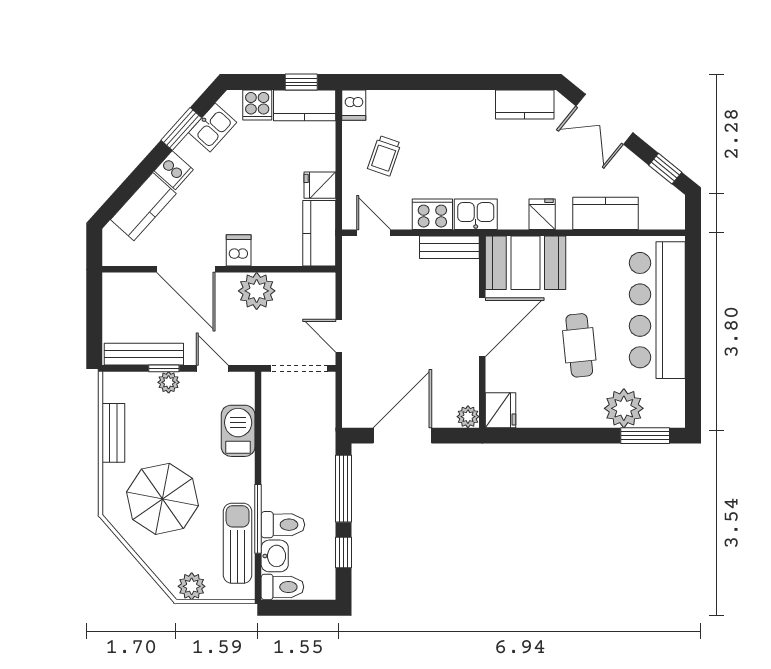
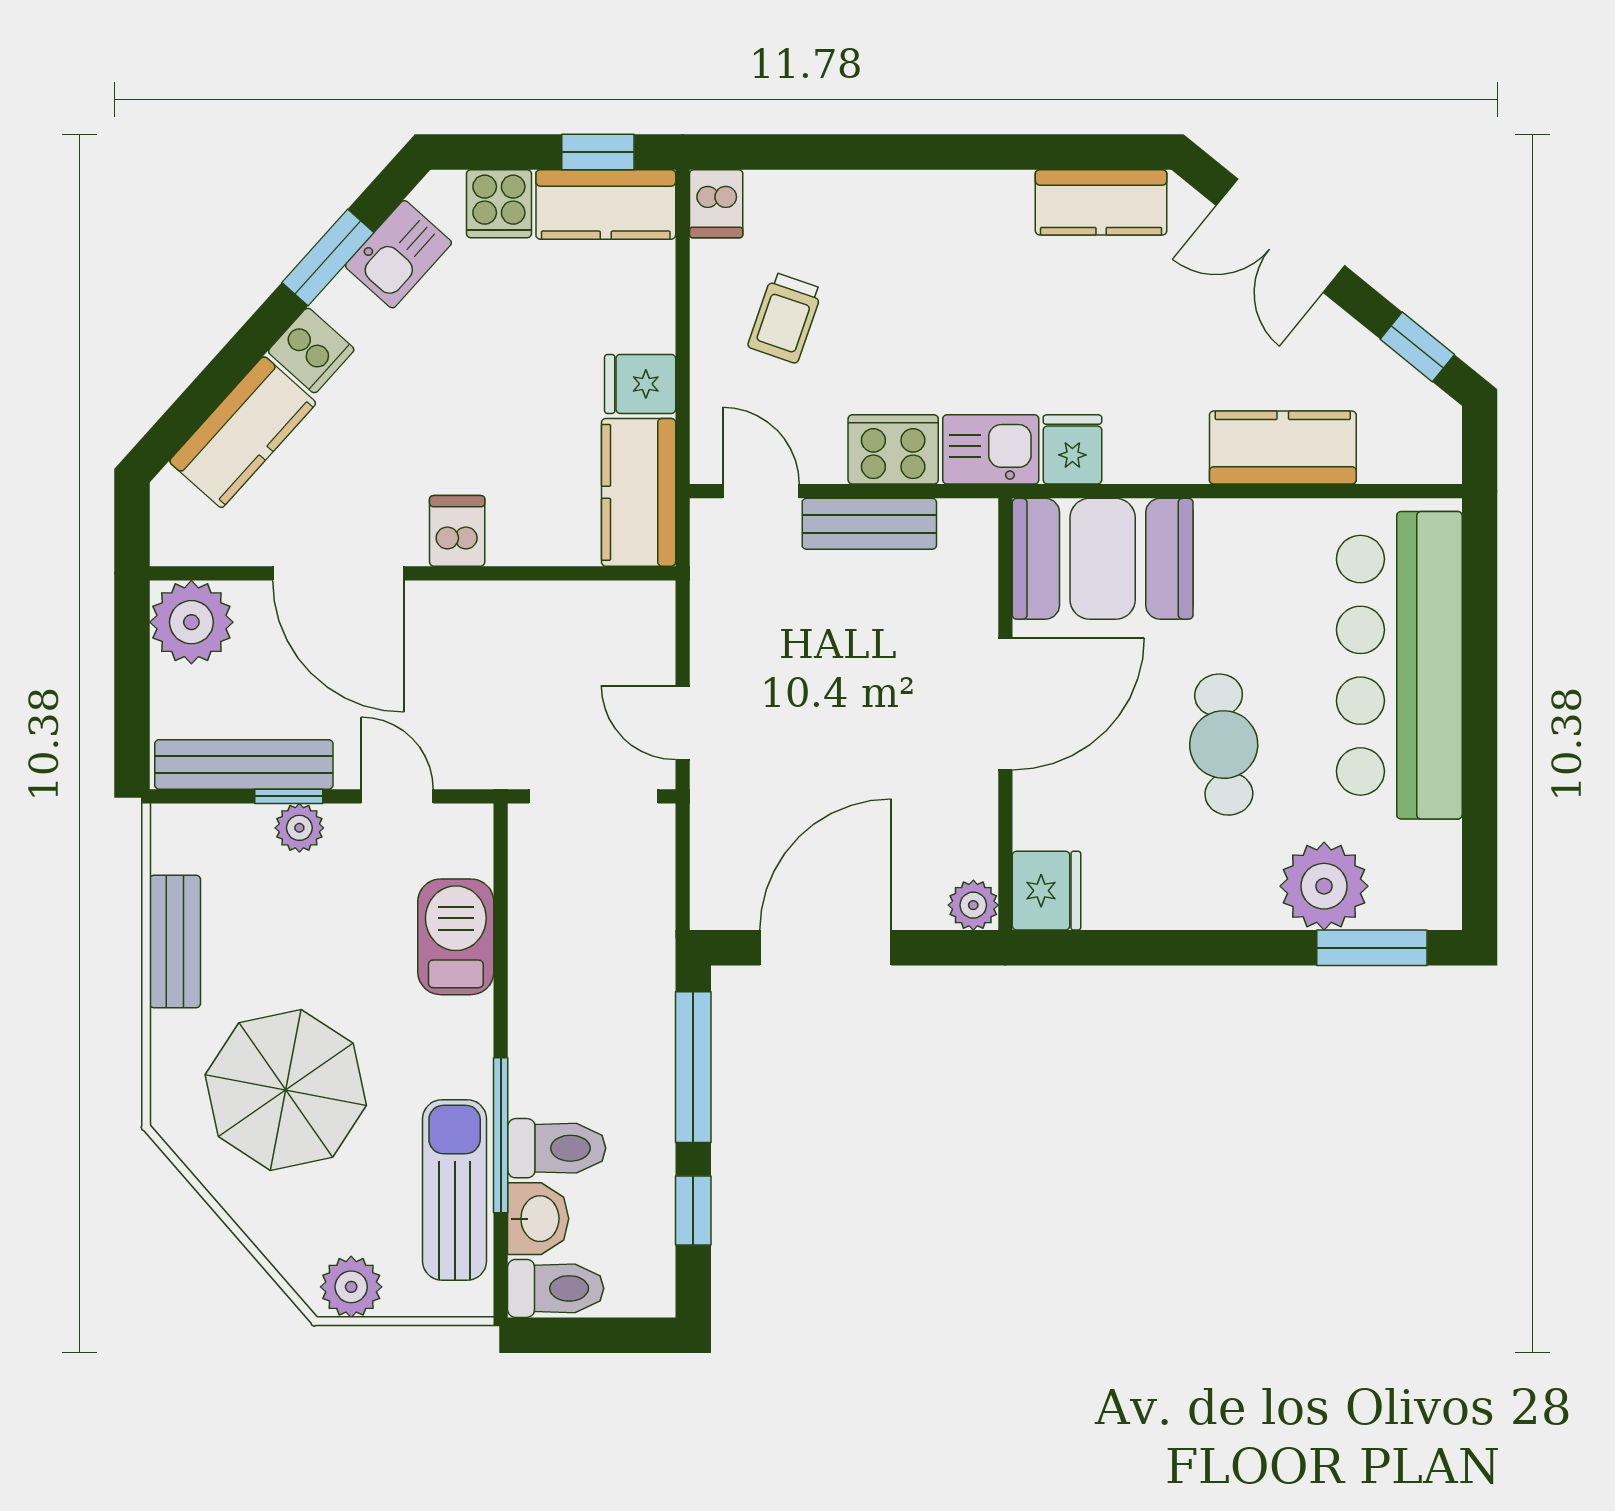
fridge: (542, 214) -> (1072, 449), moved
bench: (449, 247) -> (869, 524), moved
plant: (257, 291) -> (191, 622), moved

